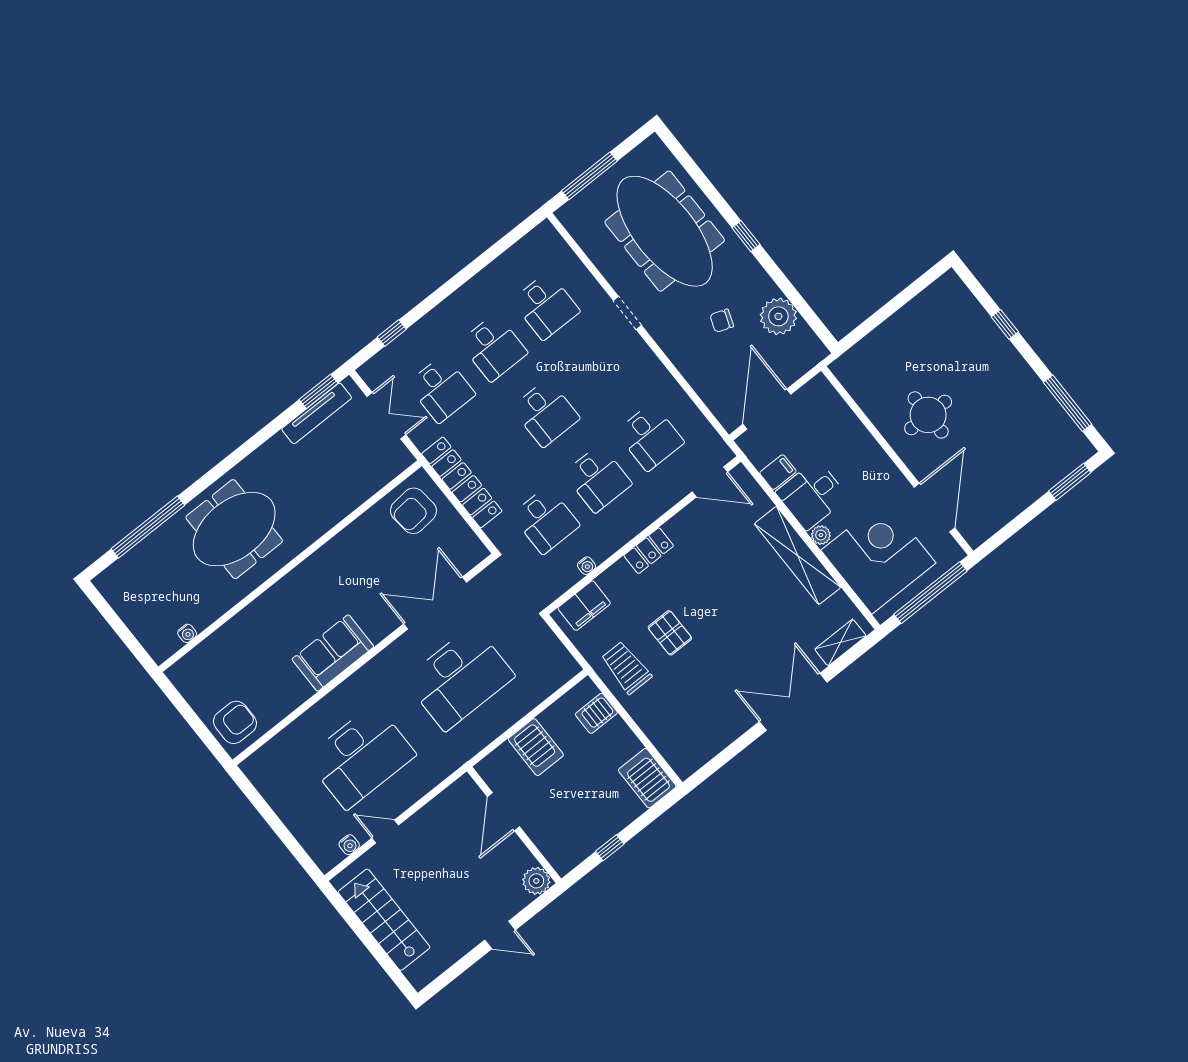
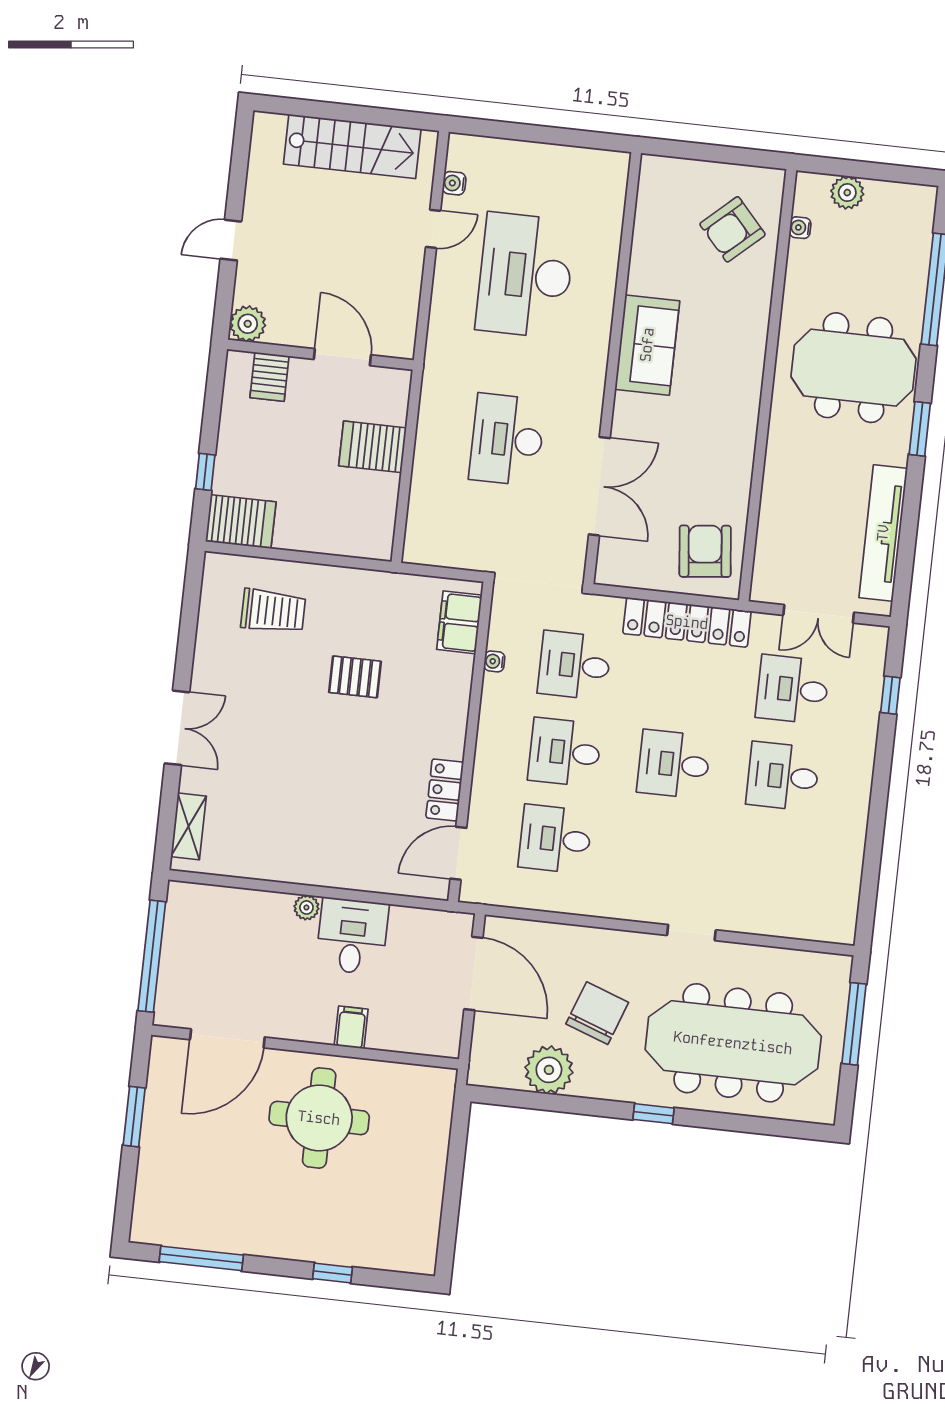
desk: (546, 306) -> (773, 863), removed
chair: (722, 321) -> (597, 1013), width x1.87, depth x1.87
window: (318, 391) -> (920, 429), moved
tv unit: (317, 413) -> (883, 533), width x1.36, depth x1.29
round table: (928, 415) -> (319, 1118), width x1.36, depth x1.36
filing cabinet: (778, 472) -> (351, 1027), moved, turned 180
window: (1070, 482) -> (134, 1117), moved
door: (934, 508) -> (227, 1038), hinge flipped
meeting table: (234, 529) -> (854, 368), turned 90
locker: (649, 551) -> (445, 790), moved
shelving: (798, 555) -> (309, 867), removed
corner desk: (878, 557) -> (233, 941), removed
plant: (143, 627) -> (847, 193), added
trolley: (626, 668) -> (273, 611), moved
desk: (460, 678) -> (507, 440), width x0.73, depth x0.77
double door: (793, 702) -> (177, 728), width x0.73
server rack: (596, 713) -> (269, 377), moved, turned 180
armchair: (235, 722) -> (732, 229), moved, turned 48
window: (610, 848) -> (205, 472), moved

